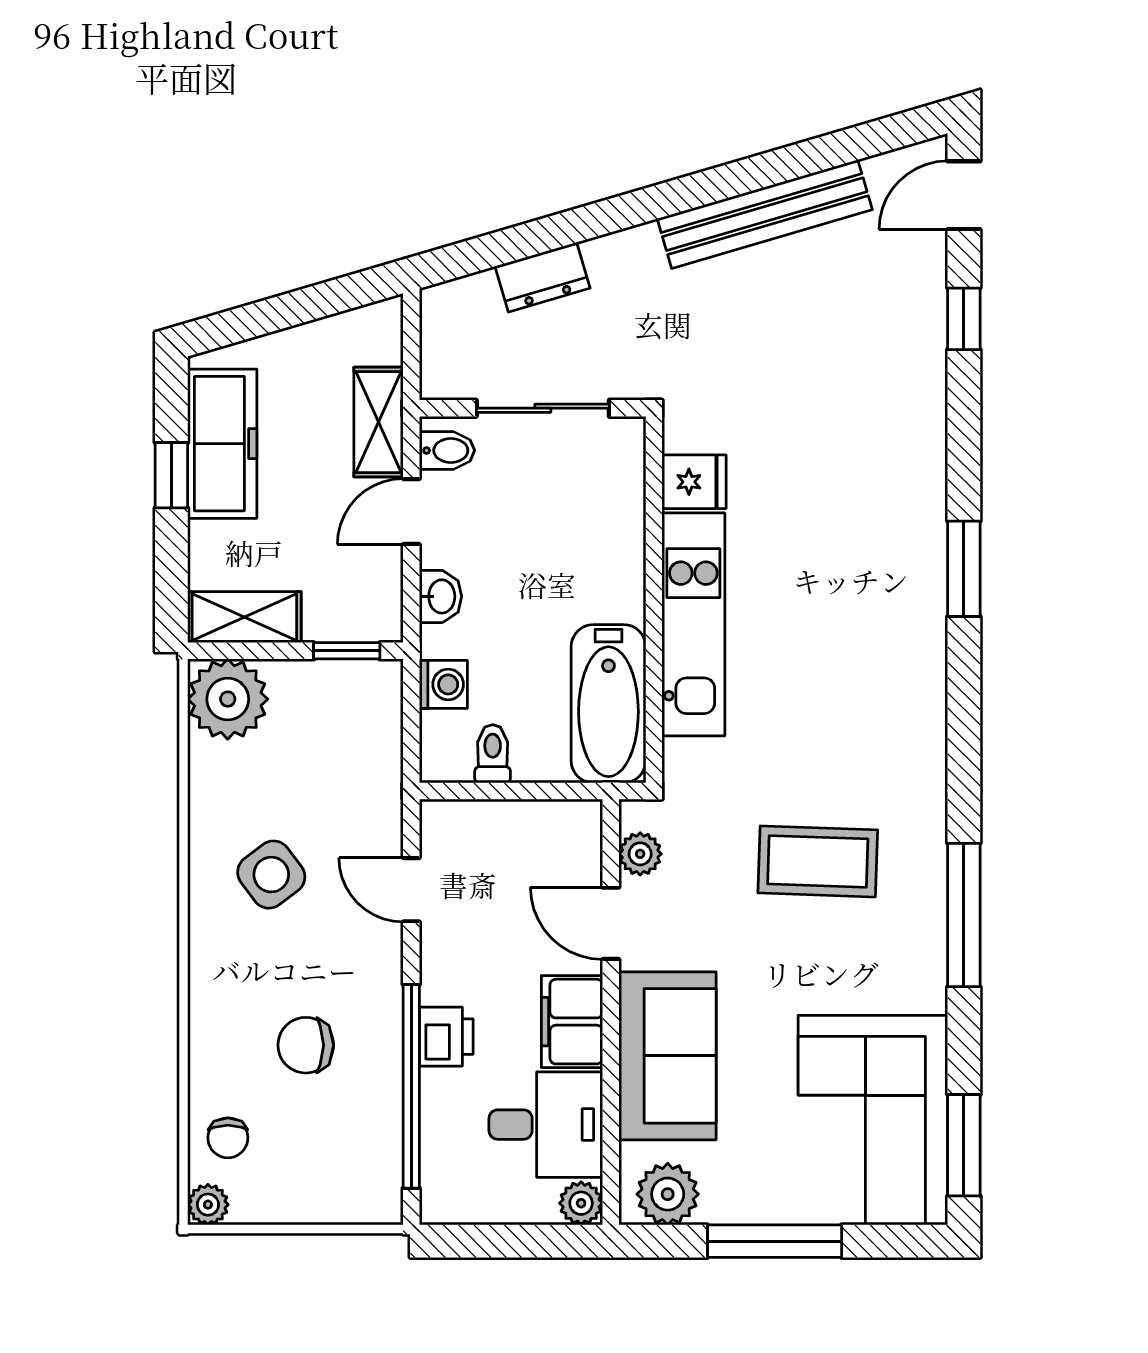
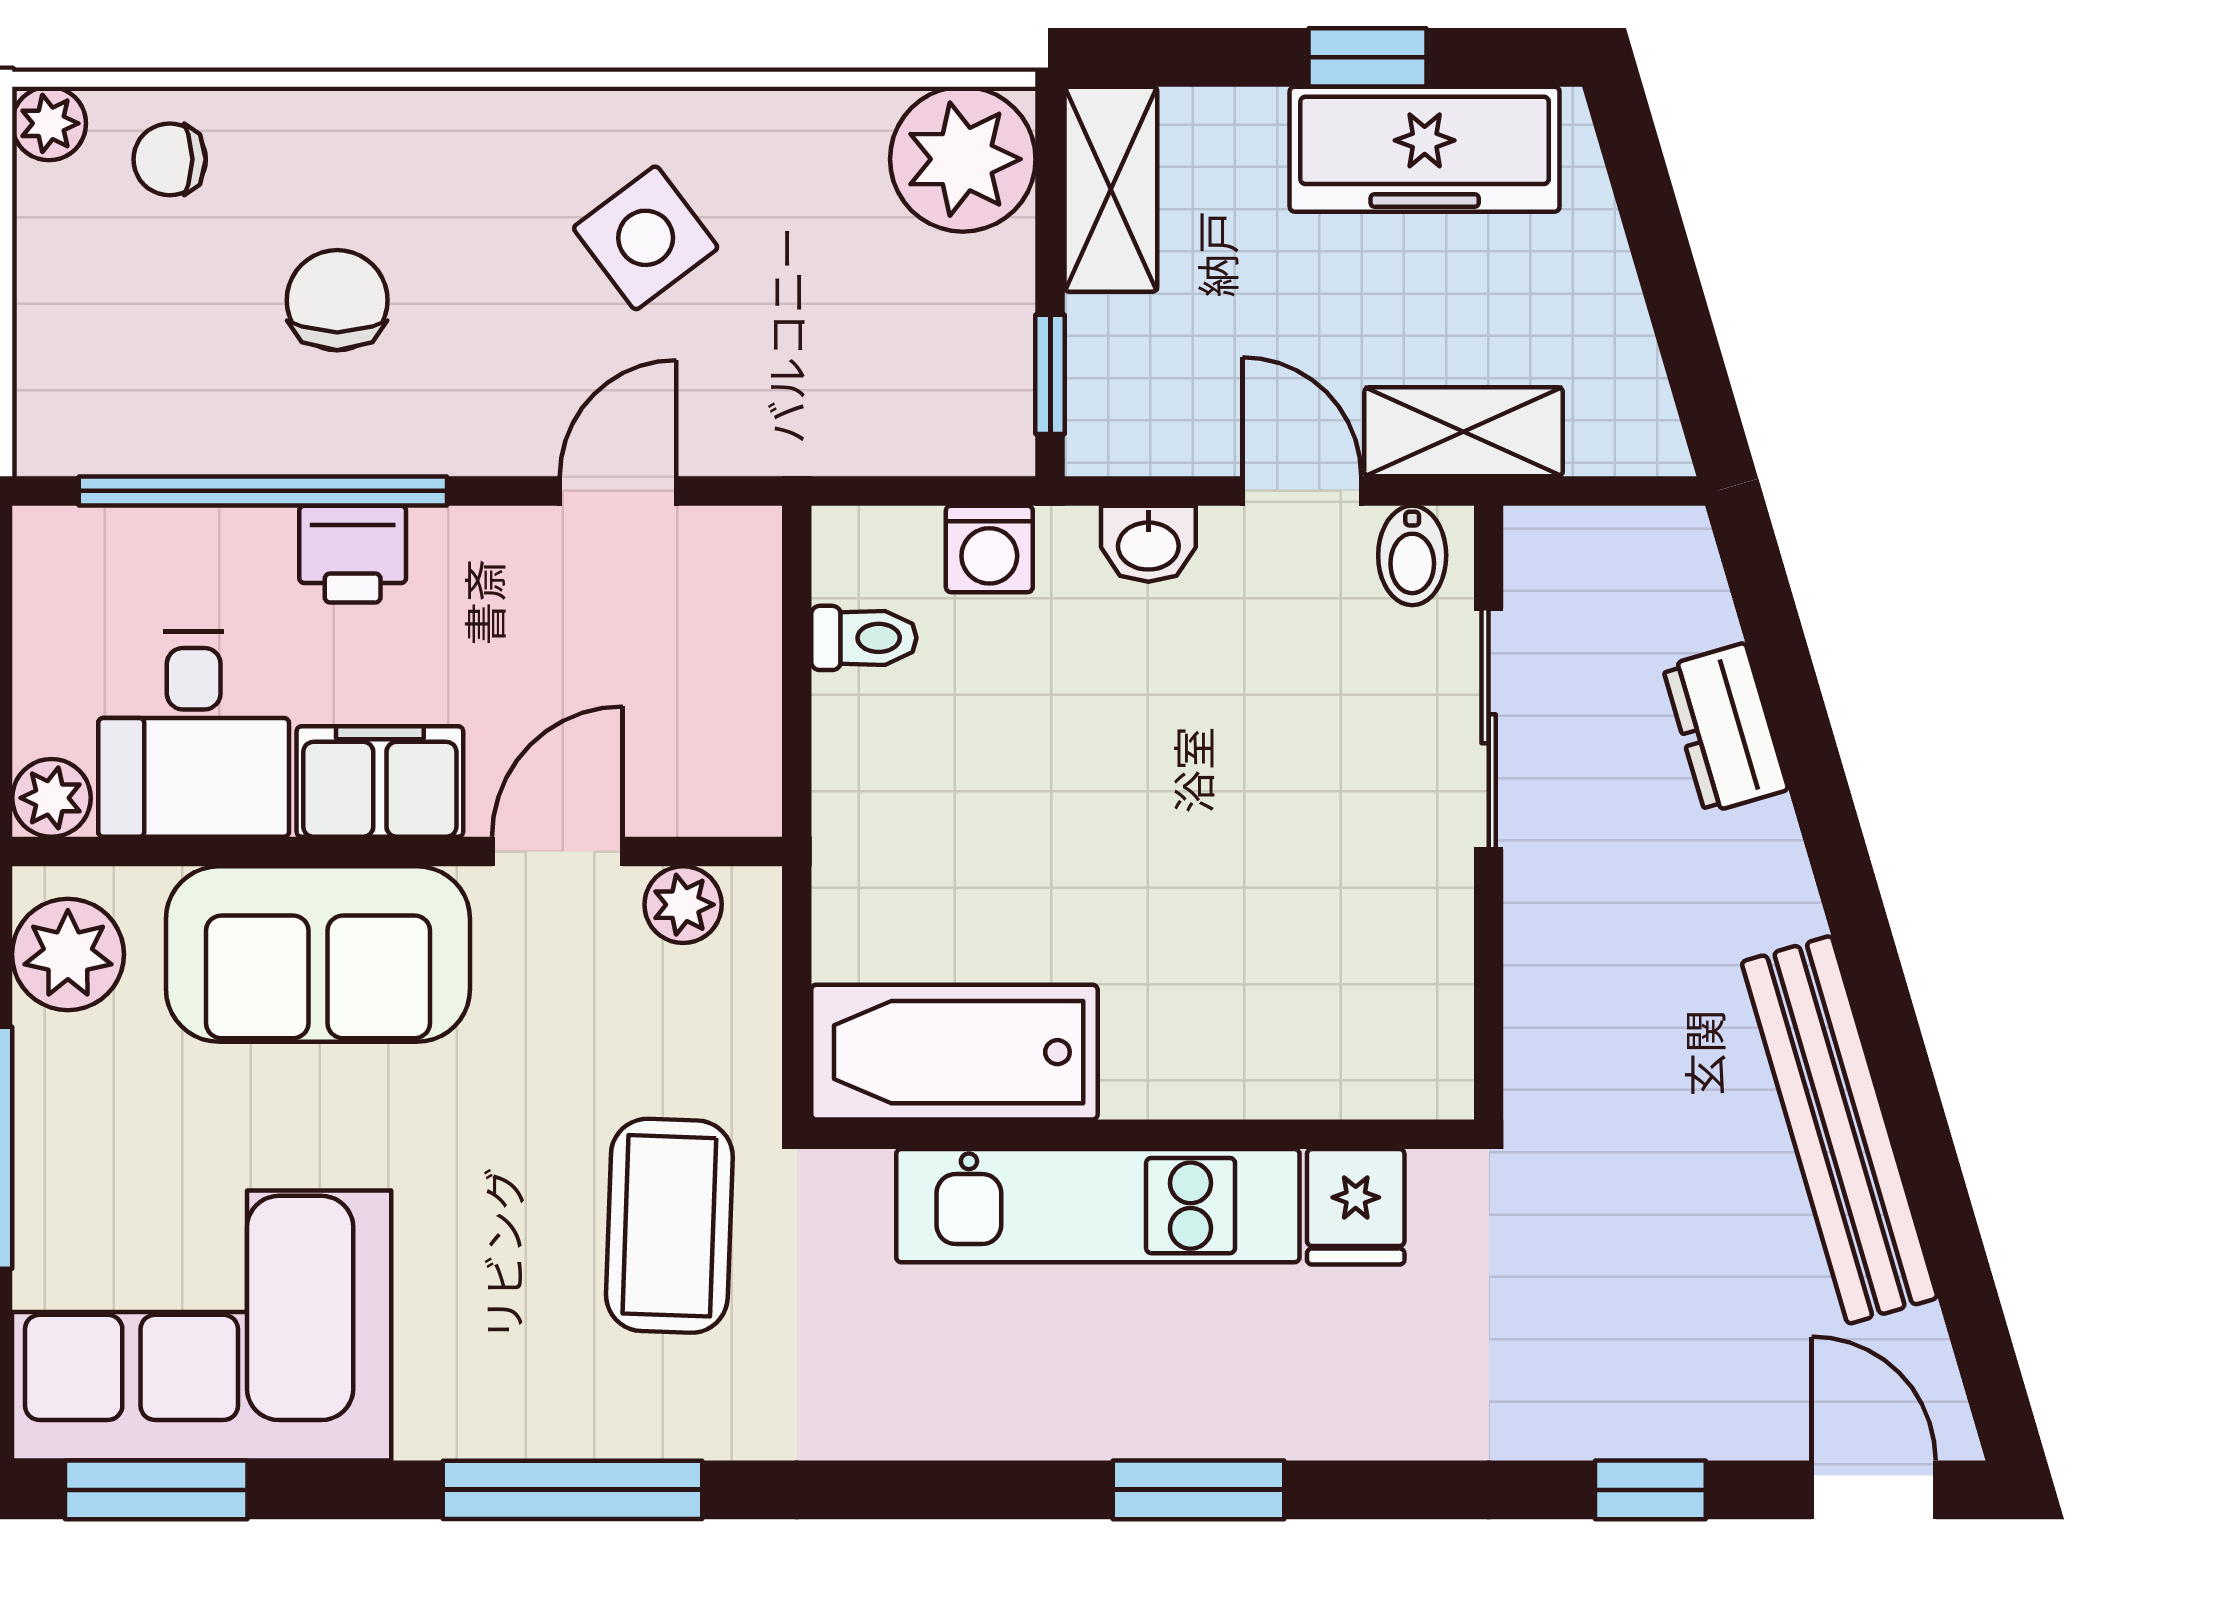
fridge: (694, 482) -> (1356, 1207), moved
wall: (654, 600) -> (1143, 1134), moved
kitchen unit: (693, 624) -> (1098, 1206), moved
bathtub: (608, 704) -> (954, 1052), moved

